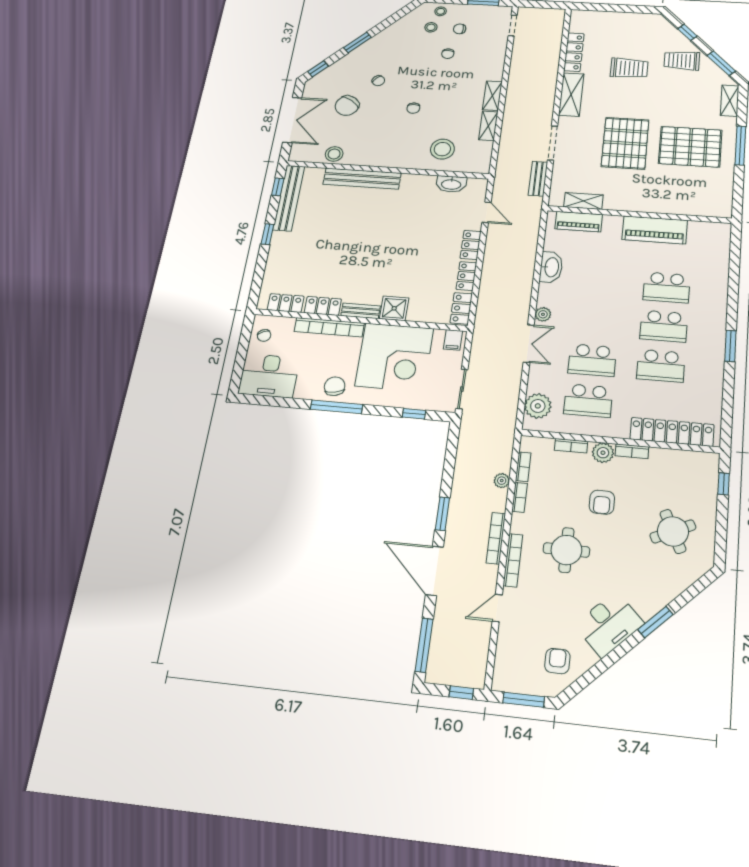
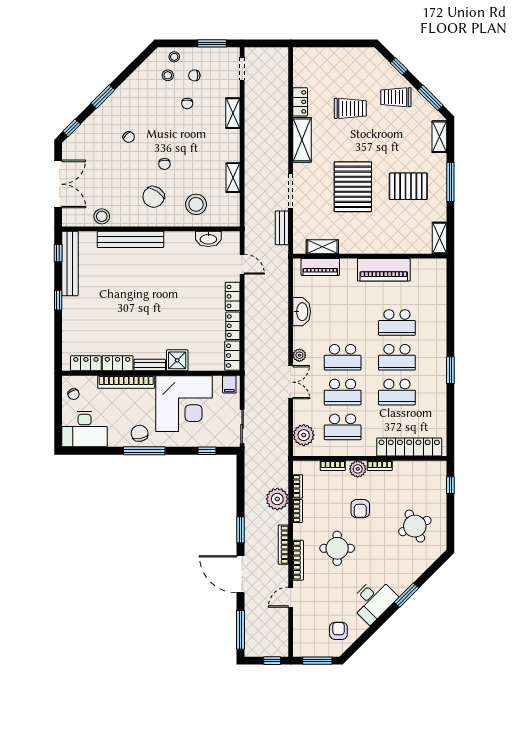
locker: (574, 52) -> (300, 102), width x0.66
shelving: (492, 96) -> (233, 113), moved
chair: (347, 106) -> (153, 197), moved
pallet: (690, 147) -> (408, 186), width x0.73, depth x0.71
shelving: (724, 201) -> (439, 238), added
school desk: (596, 321) -> (343, 357), added
plant: (502, 481) -> (277, 499), width x1.88, depth x1.88

